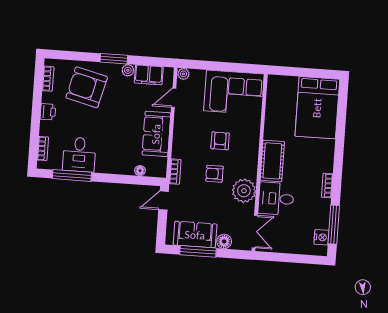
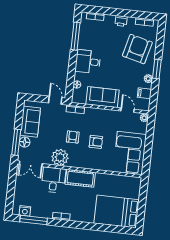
filing cabinet: (149, 75) -> (144, 93), width x0.50
desk: (79, 154) -> (88, 62), moved
window: (198, 251) -> (16, 142), moved

